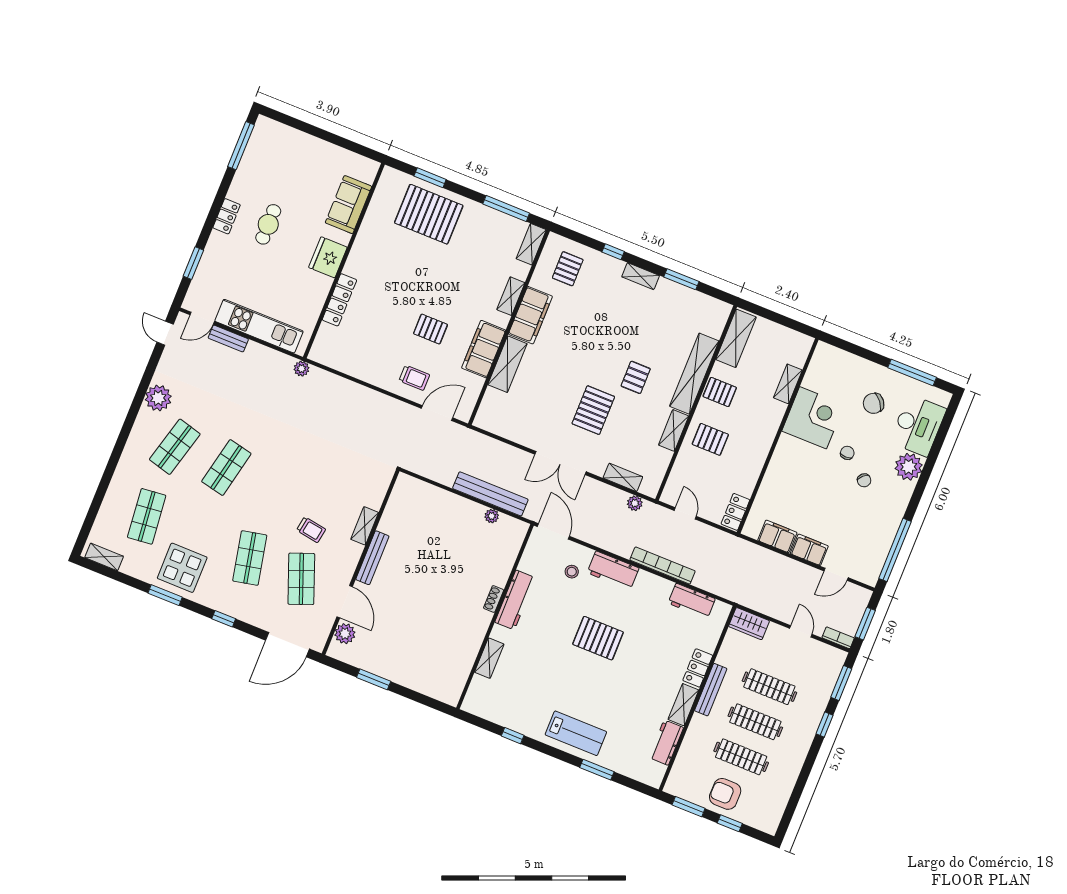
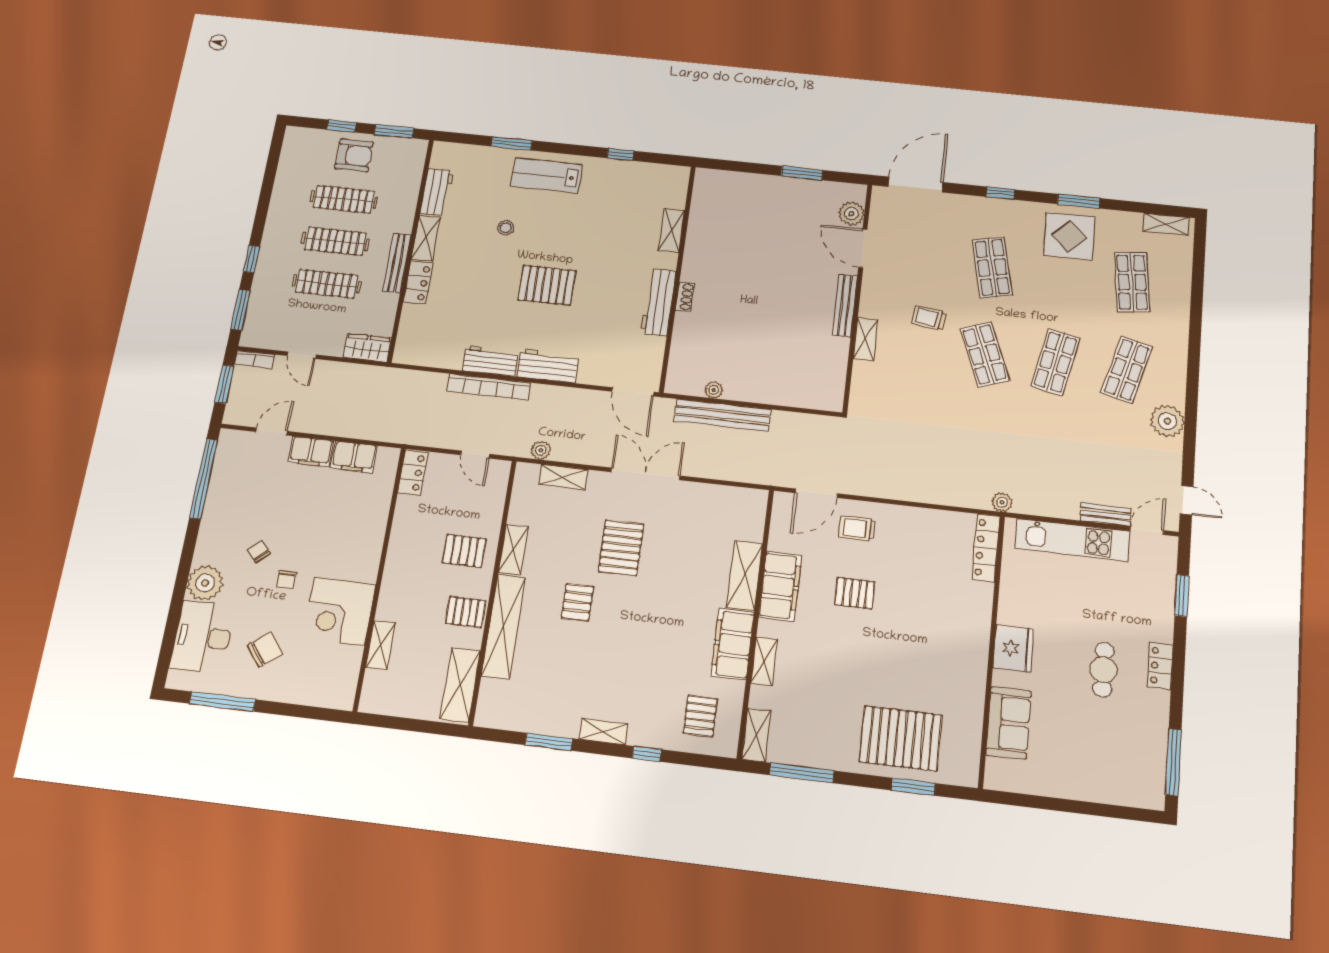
locker: (339, 300) -> (986, 548), moved
stool: (572, 572) -> (506, 228), moved
shop shelf: (301, 579) -> (985, 354), moved
workbench: (692, 601) -> (491, 361), moved

